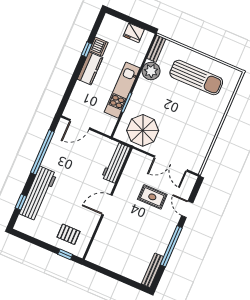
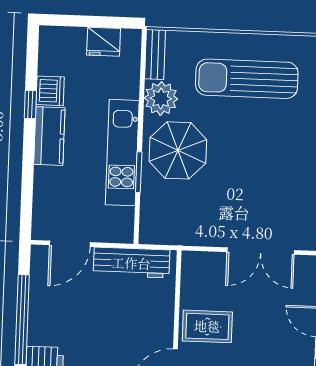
sun lounger: (196, 78) -> (247, 79), turned 180
parasol: (143, 130) -> (178, 150), moved
workbench: (116, 163) -> (131, 263), moved, turned -90
rug: (152, 197) -> (207, 326), moved

